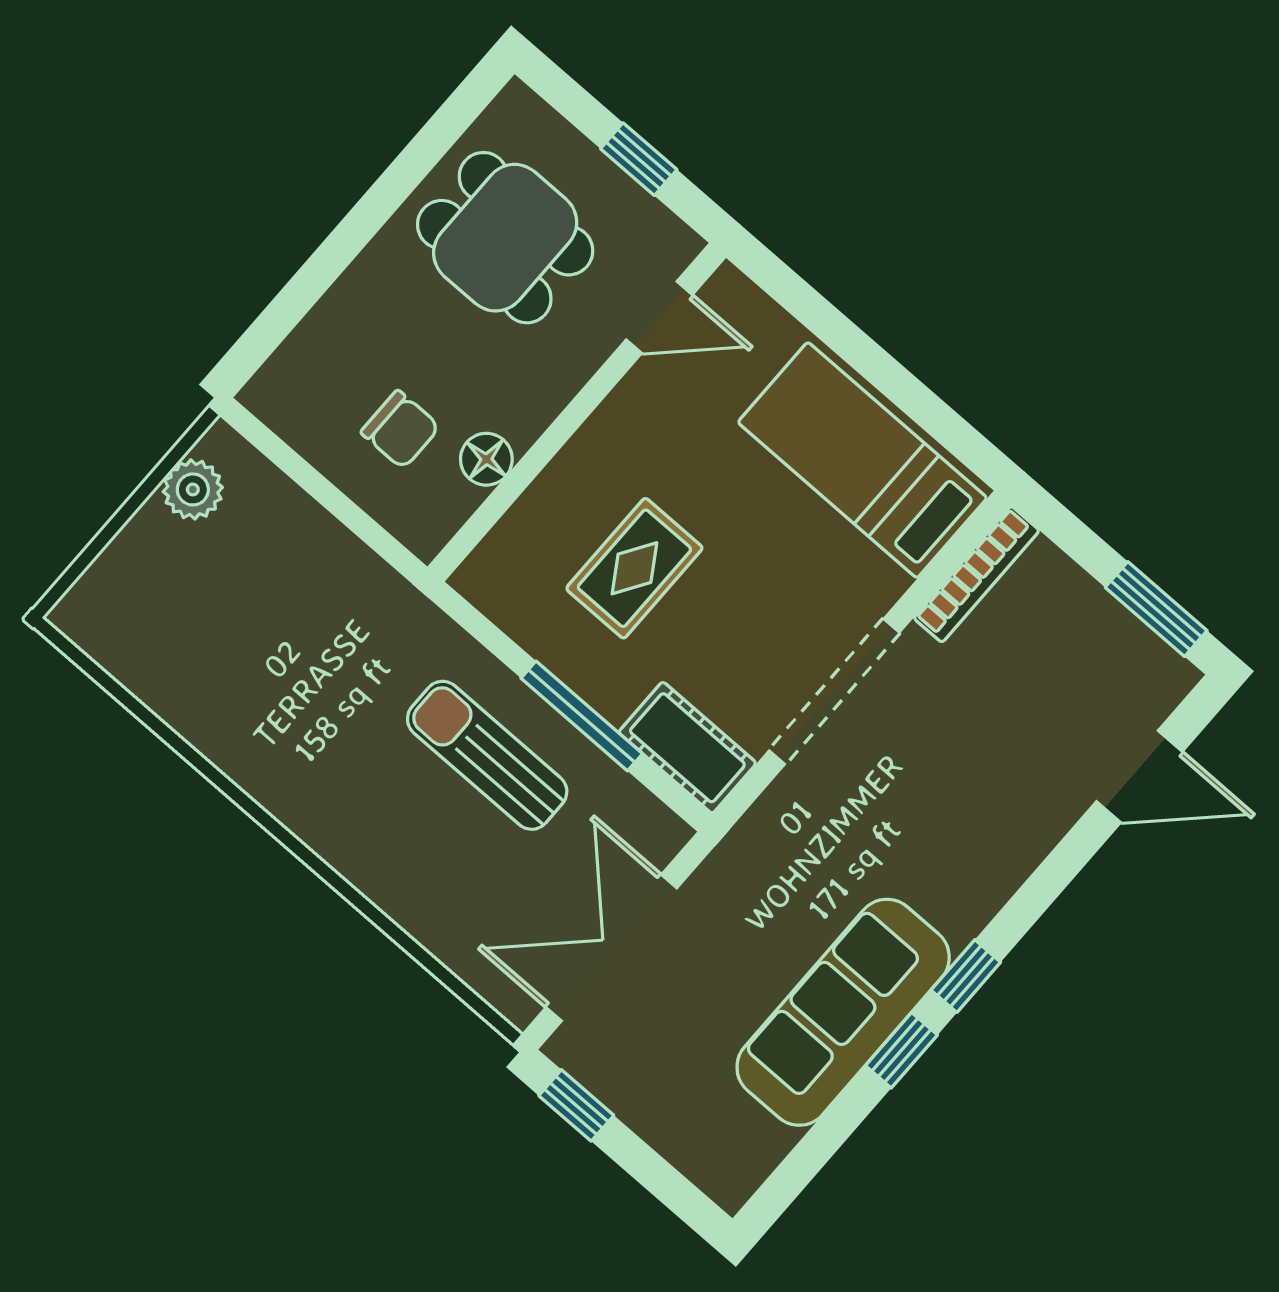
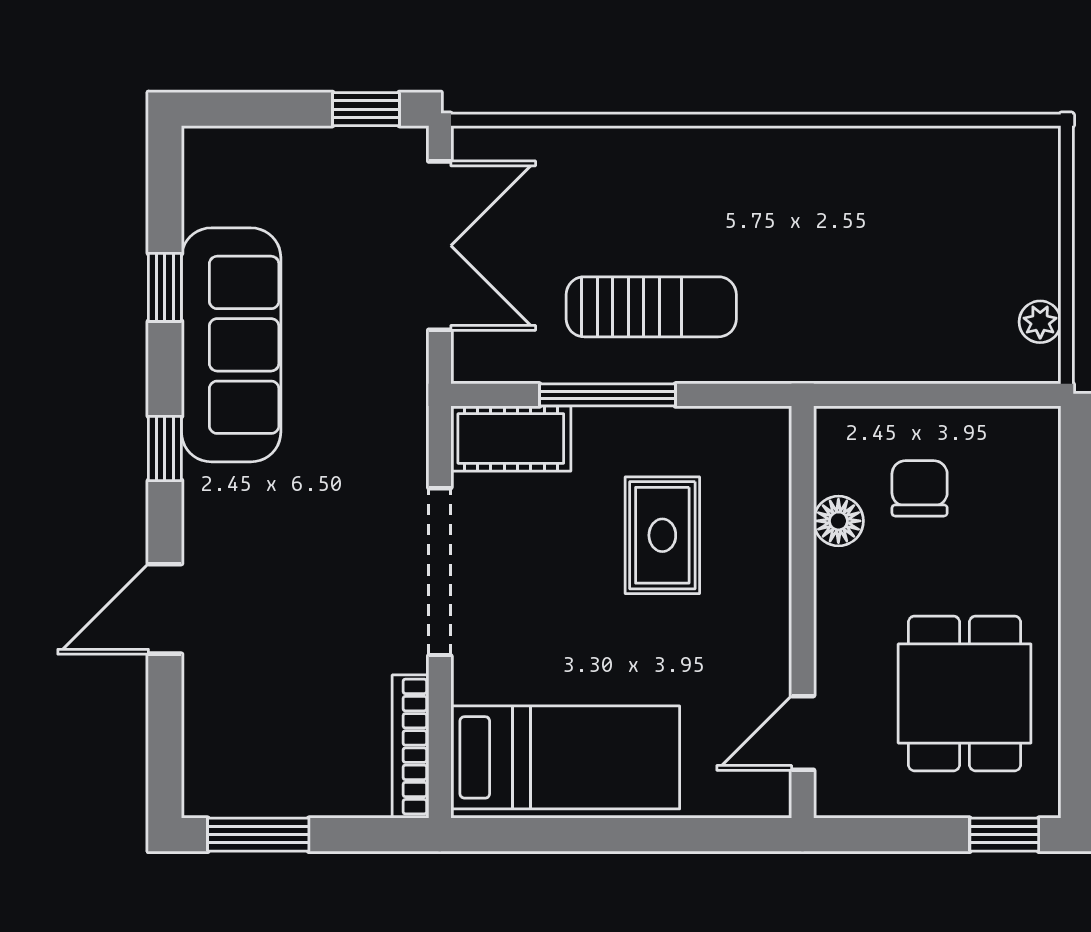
window: (639, 159) -> (1004, 835), moved
dining table: (505, 238) -> (965, 693), turned 90
chair: (400, 429) -> (920, 488), turned 90
plant: (193, 489) -> (1040, 322), width x0.73, depth x0.73
door: (1139, 776) -> (165, 609), moved
window: (901, 1050) -> (165, 287), moved

